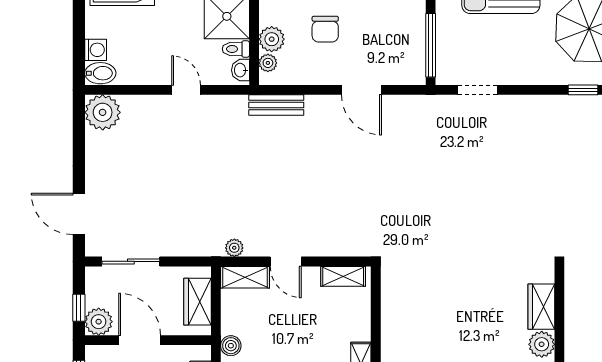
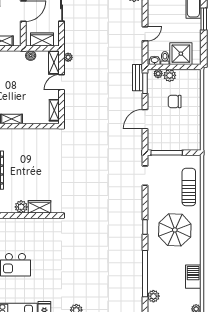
window: (288, 90) -> (145, 83), added
boiler: (231, 346) -> (31, 56), moved

